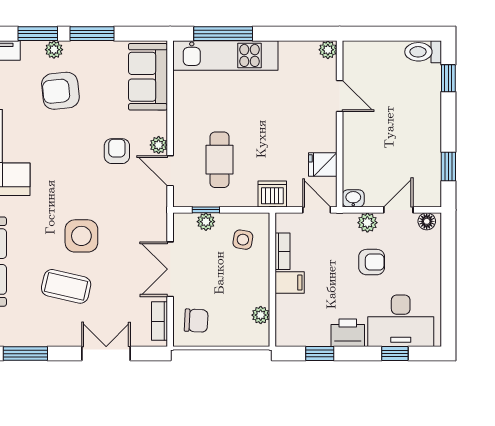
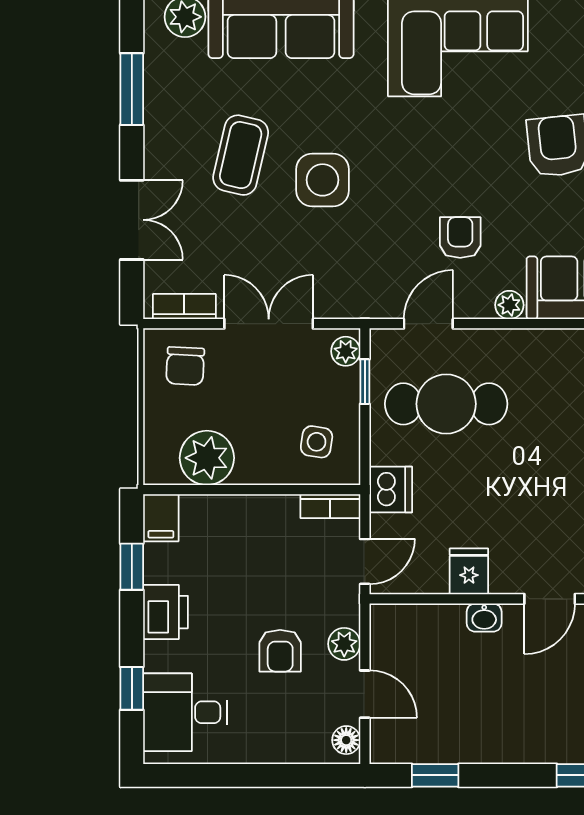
plant: (159, 145) -> (509, 305), moved
armchair: (117, 151) -> (460, 238), turned -90
cafe table: (220, 160) -> (446, 404), width x1.37, depth x1.35
fridge: (323, 165) -> (469, 571), moved
washbasin: (353, 198) -> (484, 618), moved, turned 90
plant: (206, 222) -> (346, 351), moved
bookcase: (282, 251) -> (330, 506), moved
filing cabinet: (290, 283) -> (161, 518), moved
plant: (261, 315) -> (207, 458), width x1.88, depth x1.88
desk: (401, 321) -> (185, 712), width x0.73

